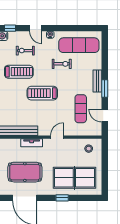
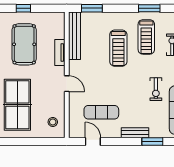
window: (105, 89) -> (152, 142), moved
treadmill: (42, 93) -> (118, 48), moved, turned 180
door: (105, 116) -> (93, 142), hinge flipped

